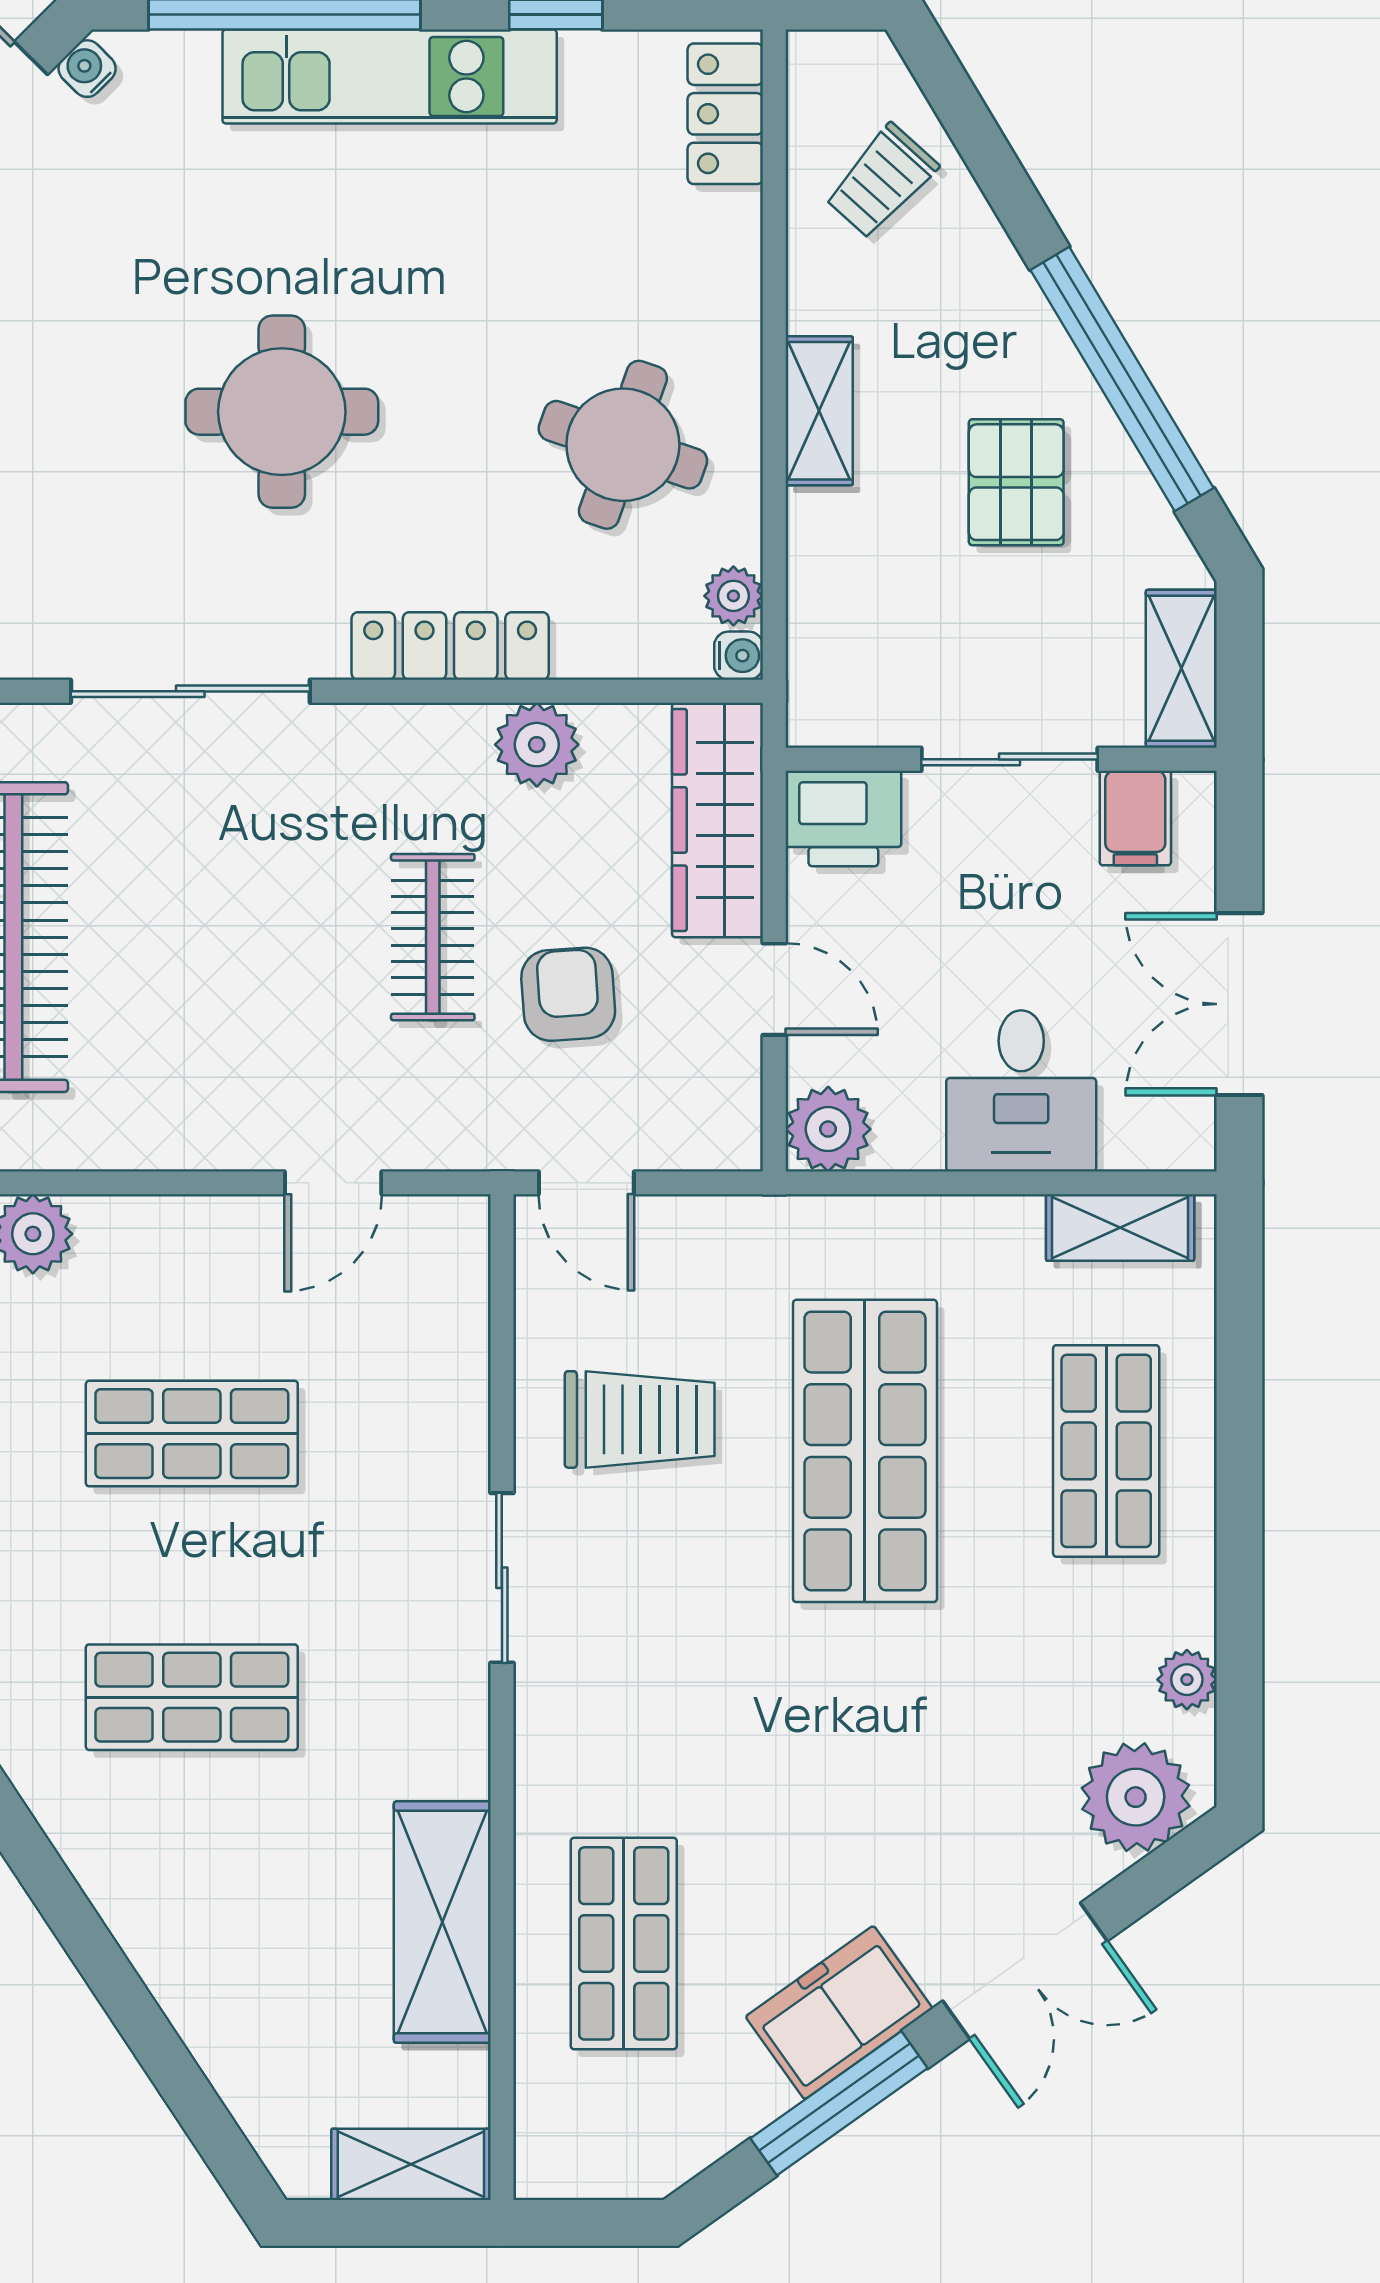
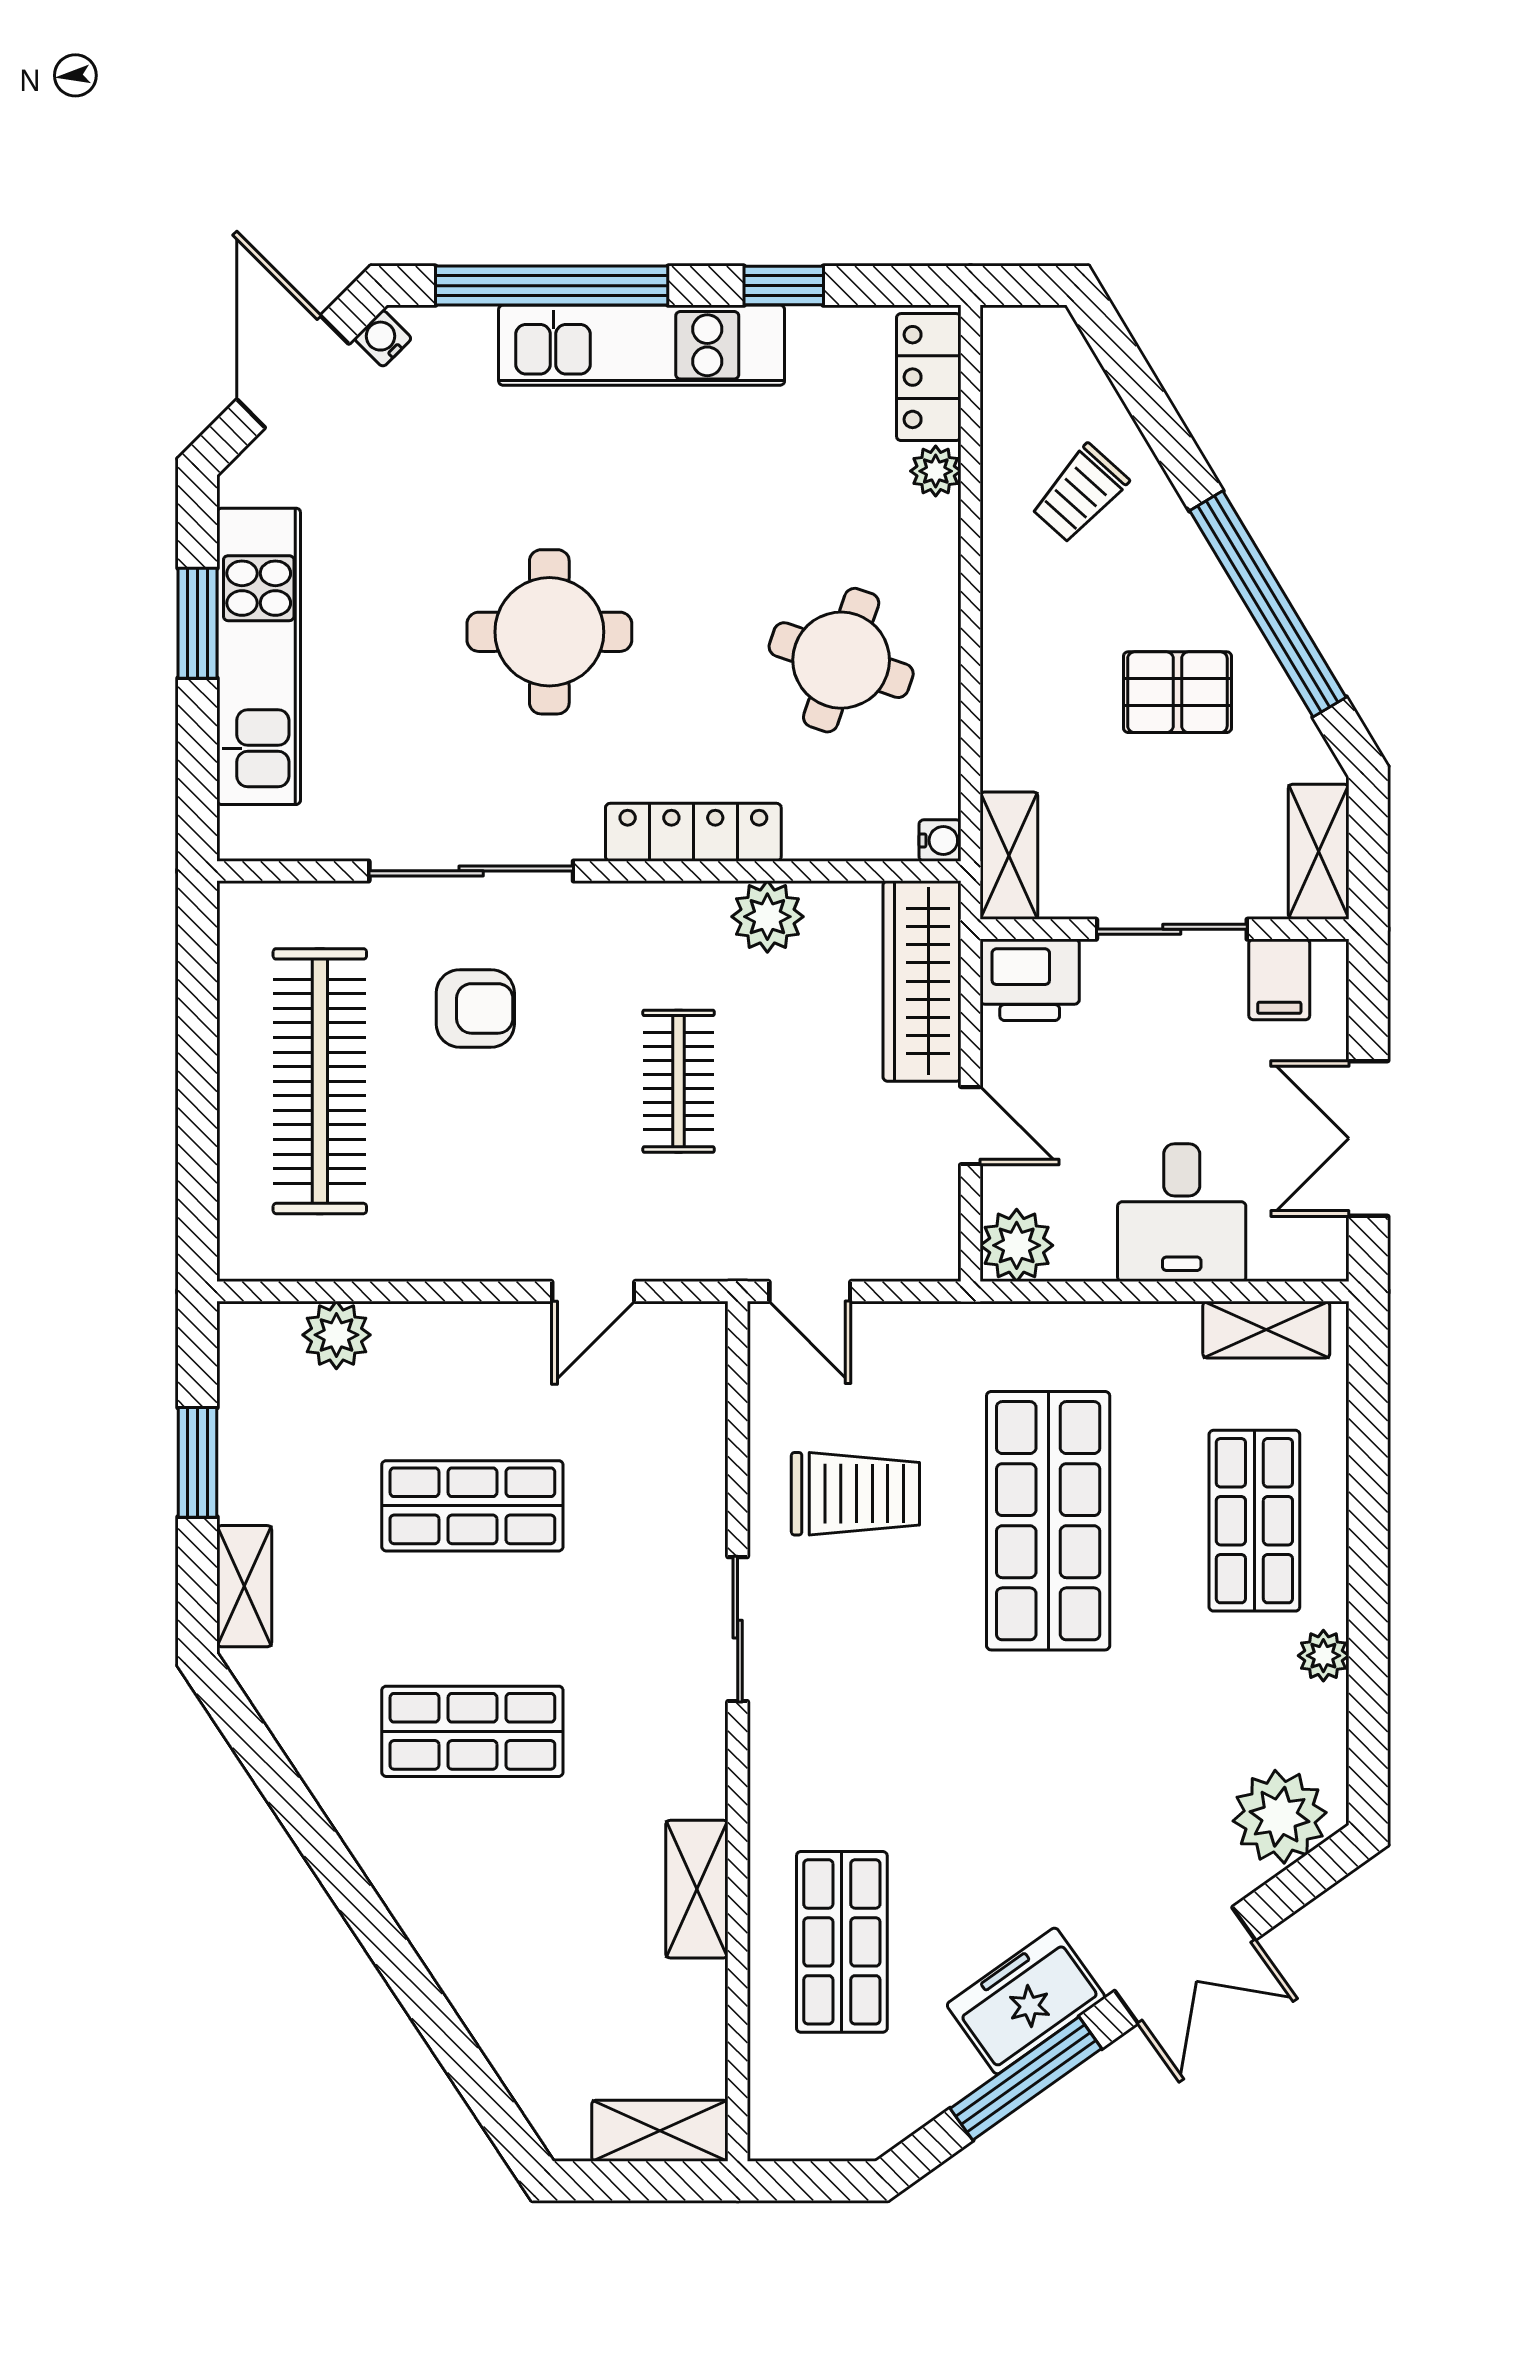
trolley: (881, 181) -> (1080, 494), moved
shelving: (819, 411) -> (1009, 856), moved
pallet: (1016, 482) -> (1177, 692), turned 90
plant: (733, 596) -> (936, 471), moved
armchair: (568, 994) -> (475, 1008), moved, turned 94
plant: (1187, 1680) -> (1323, 1656), moved
shelving: (442, 1922) -> (697, 1889), width x0.67, depth x0.75

